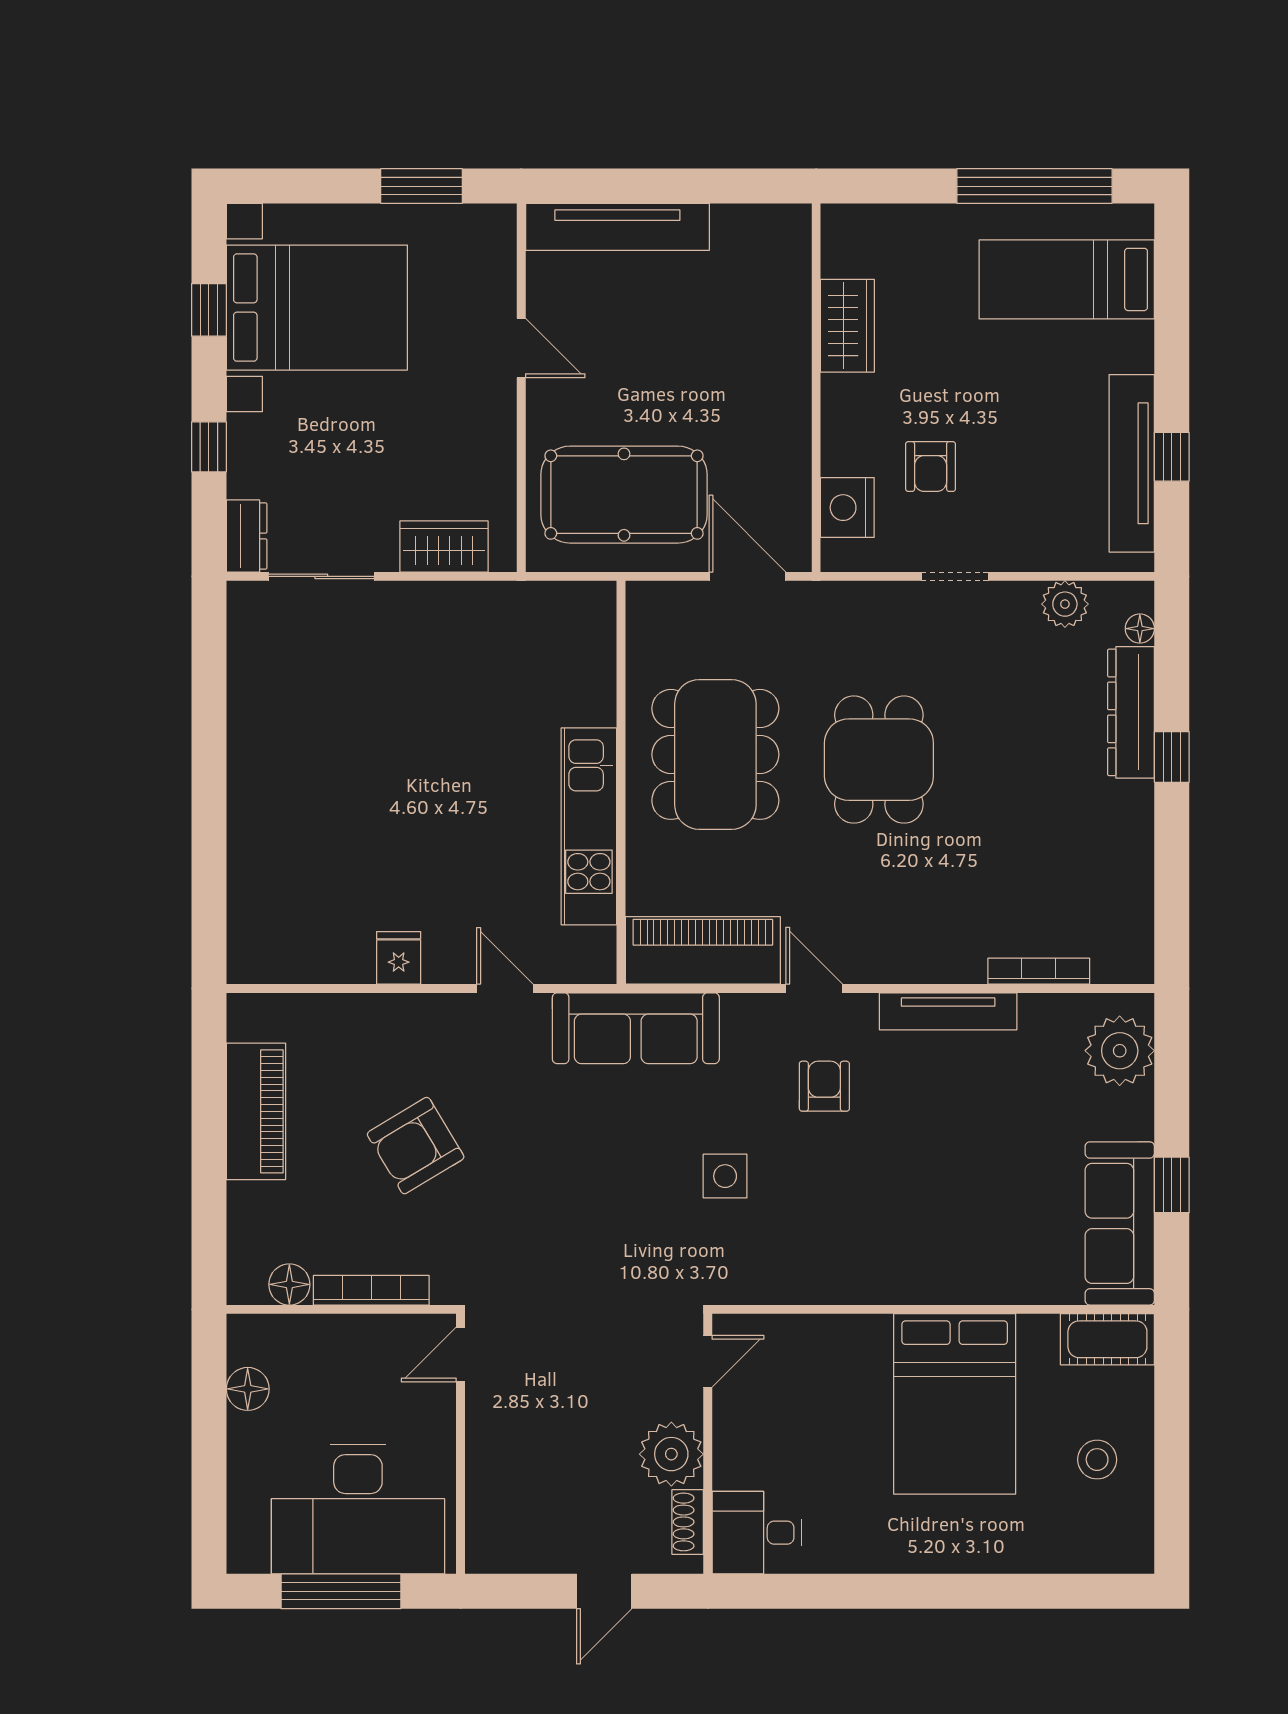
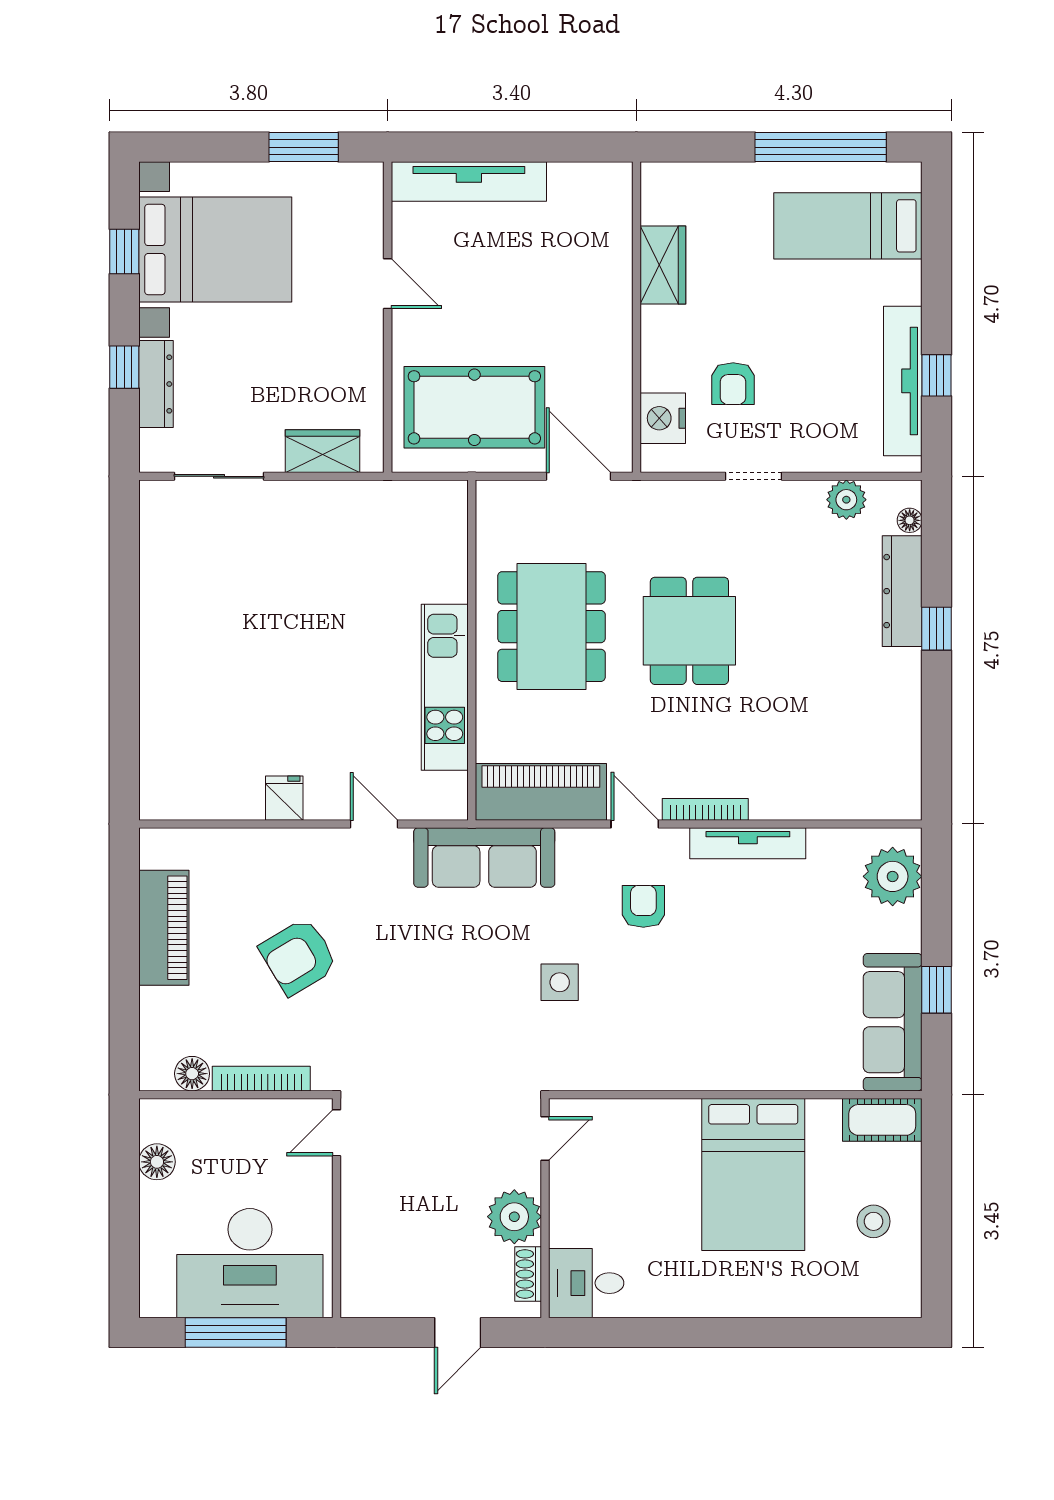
dresser: (247, 536) -> (156, 384), moved, width x1.44
bookcase: (1039, 971) -> (705, 809), moved

